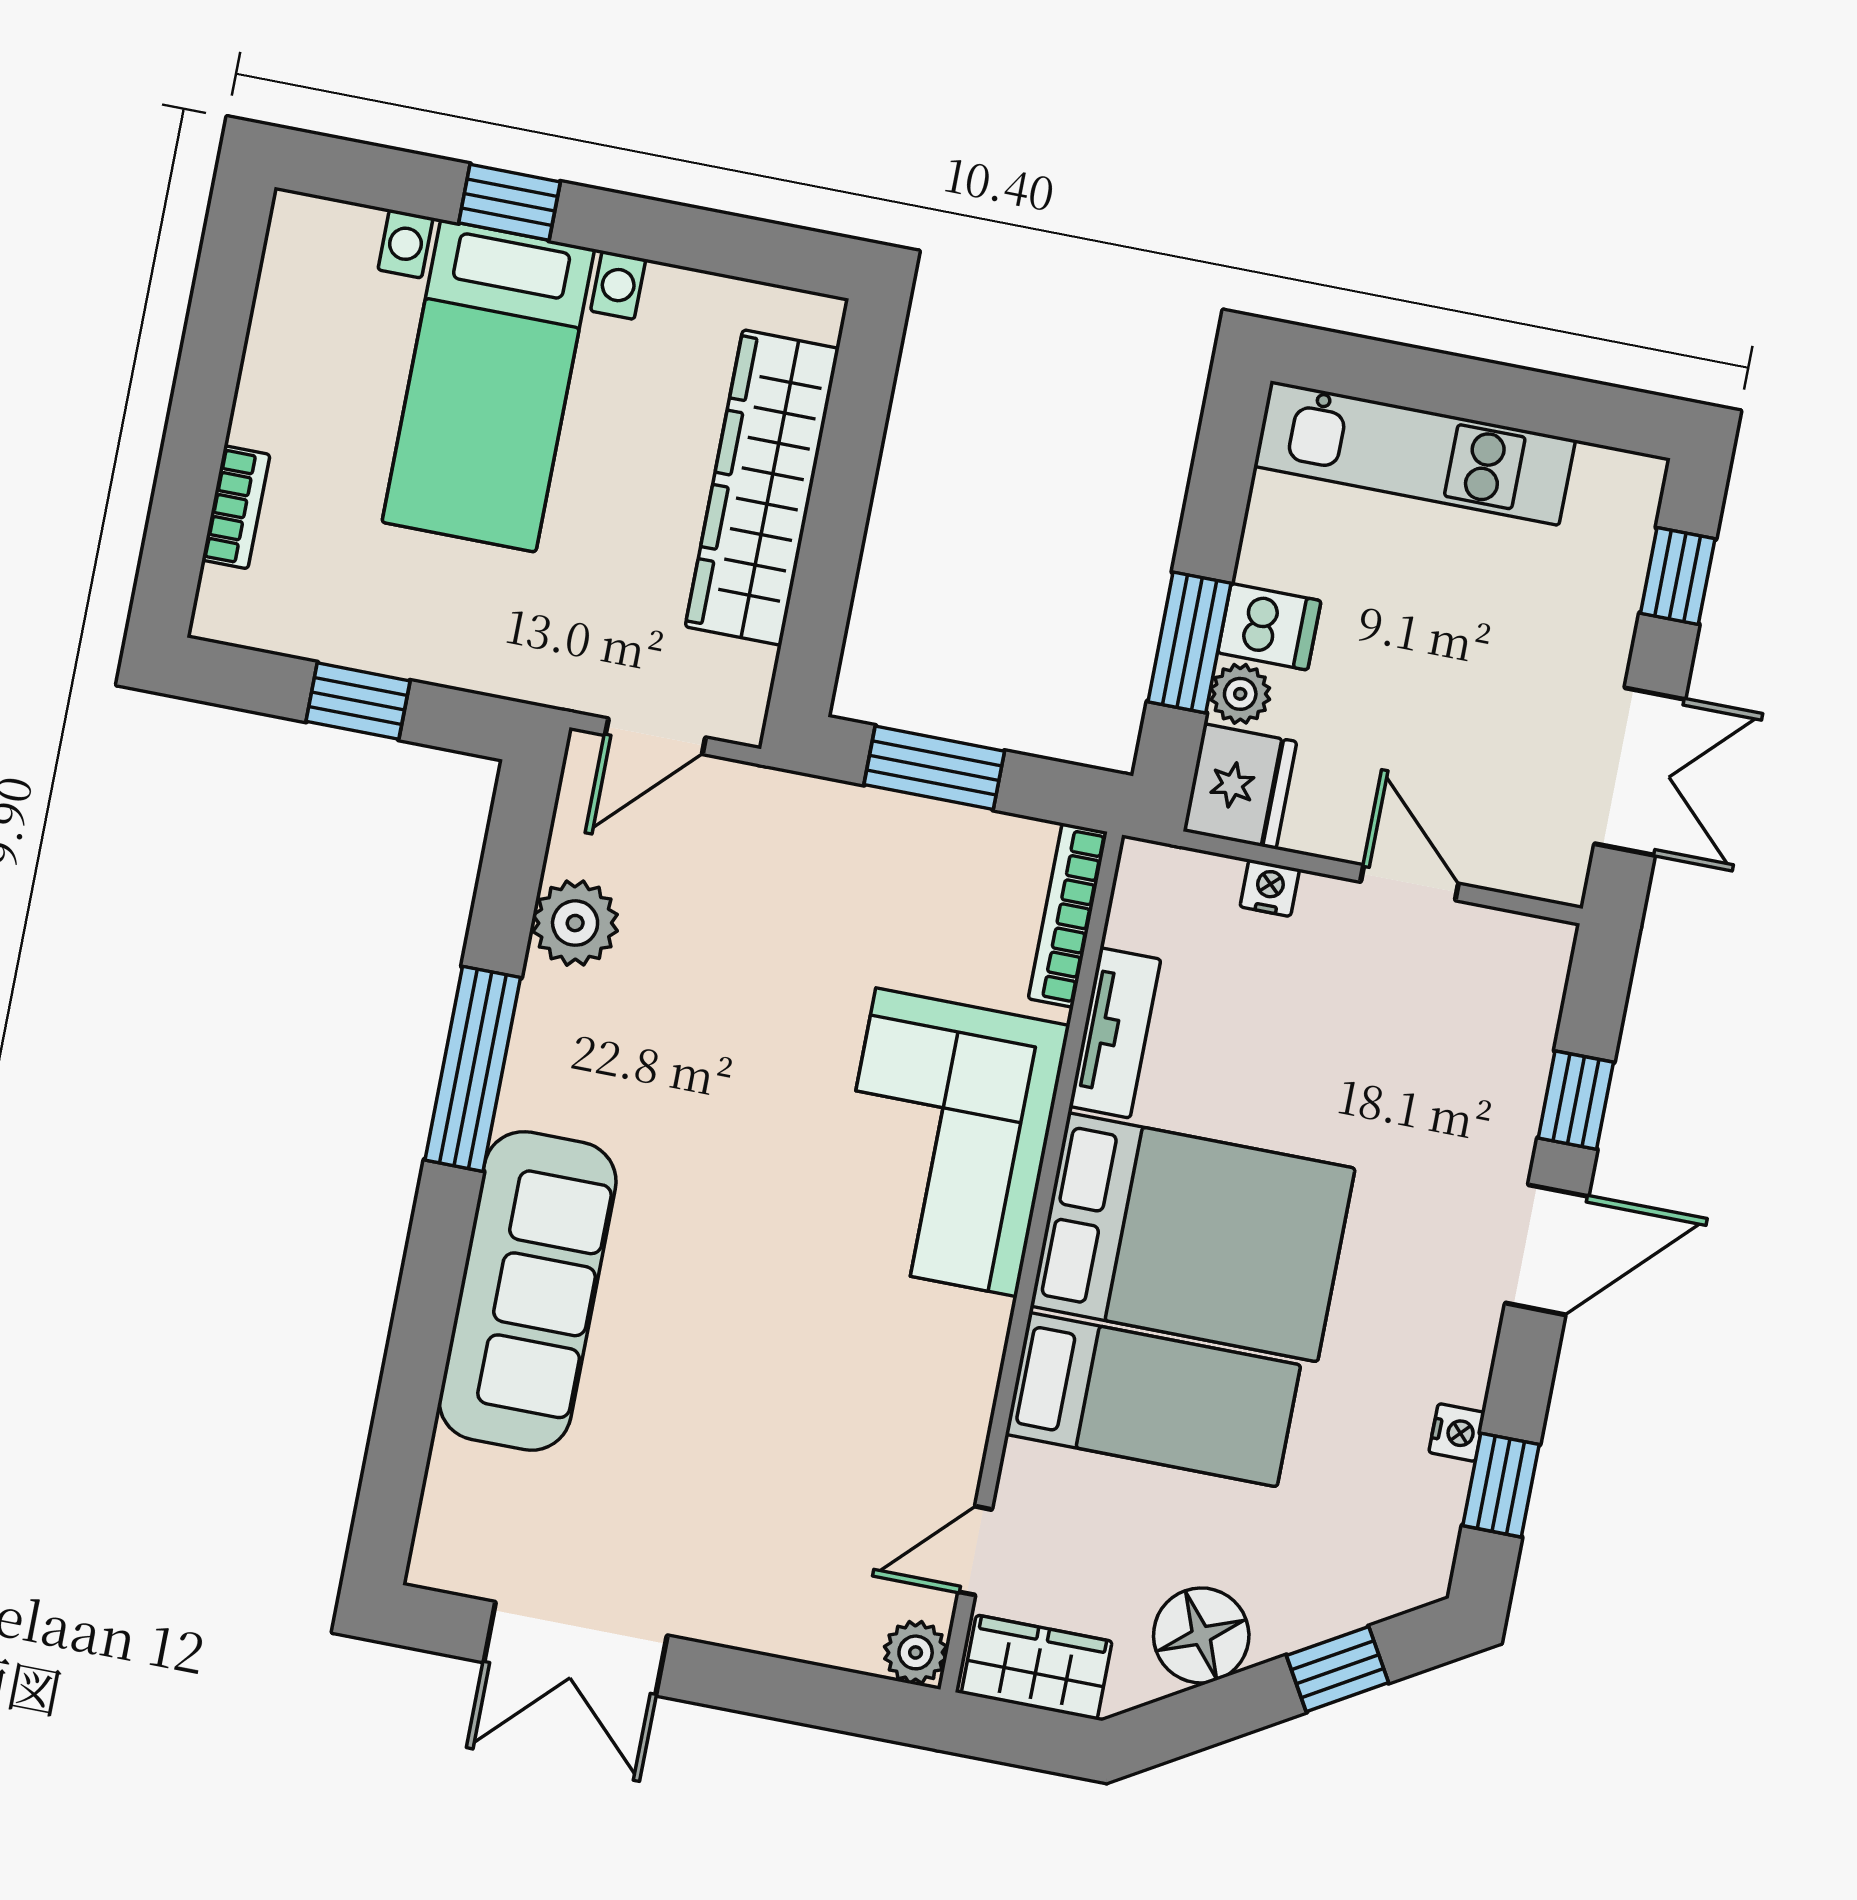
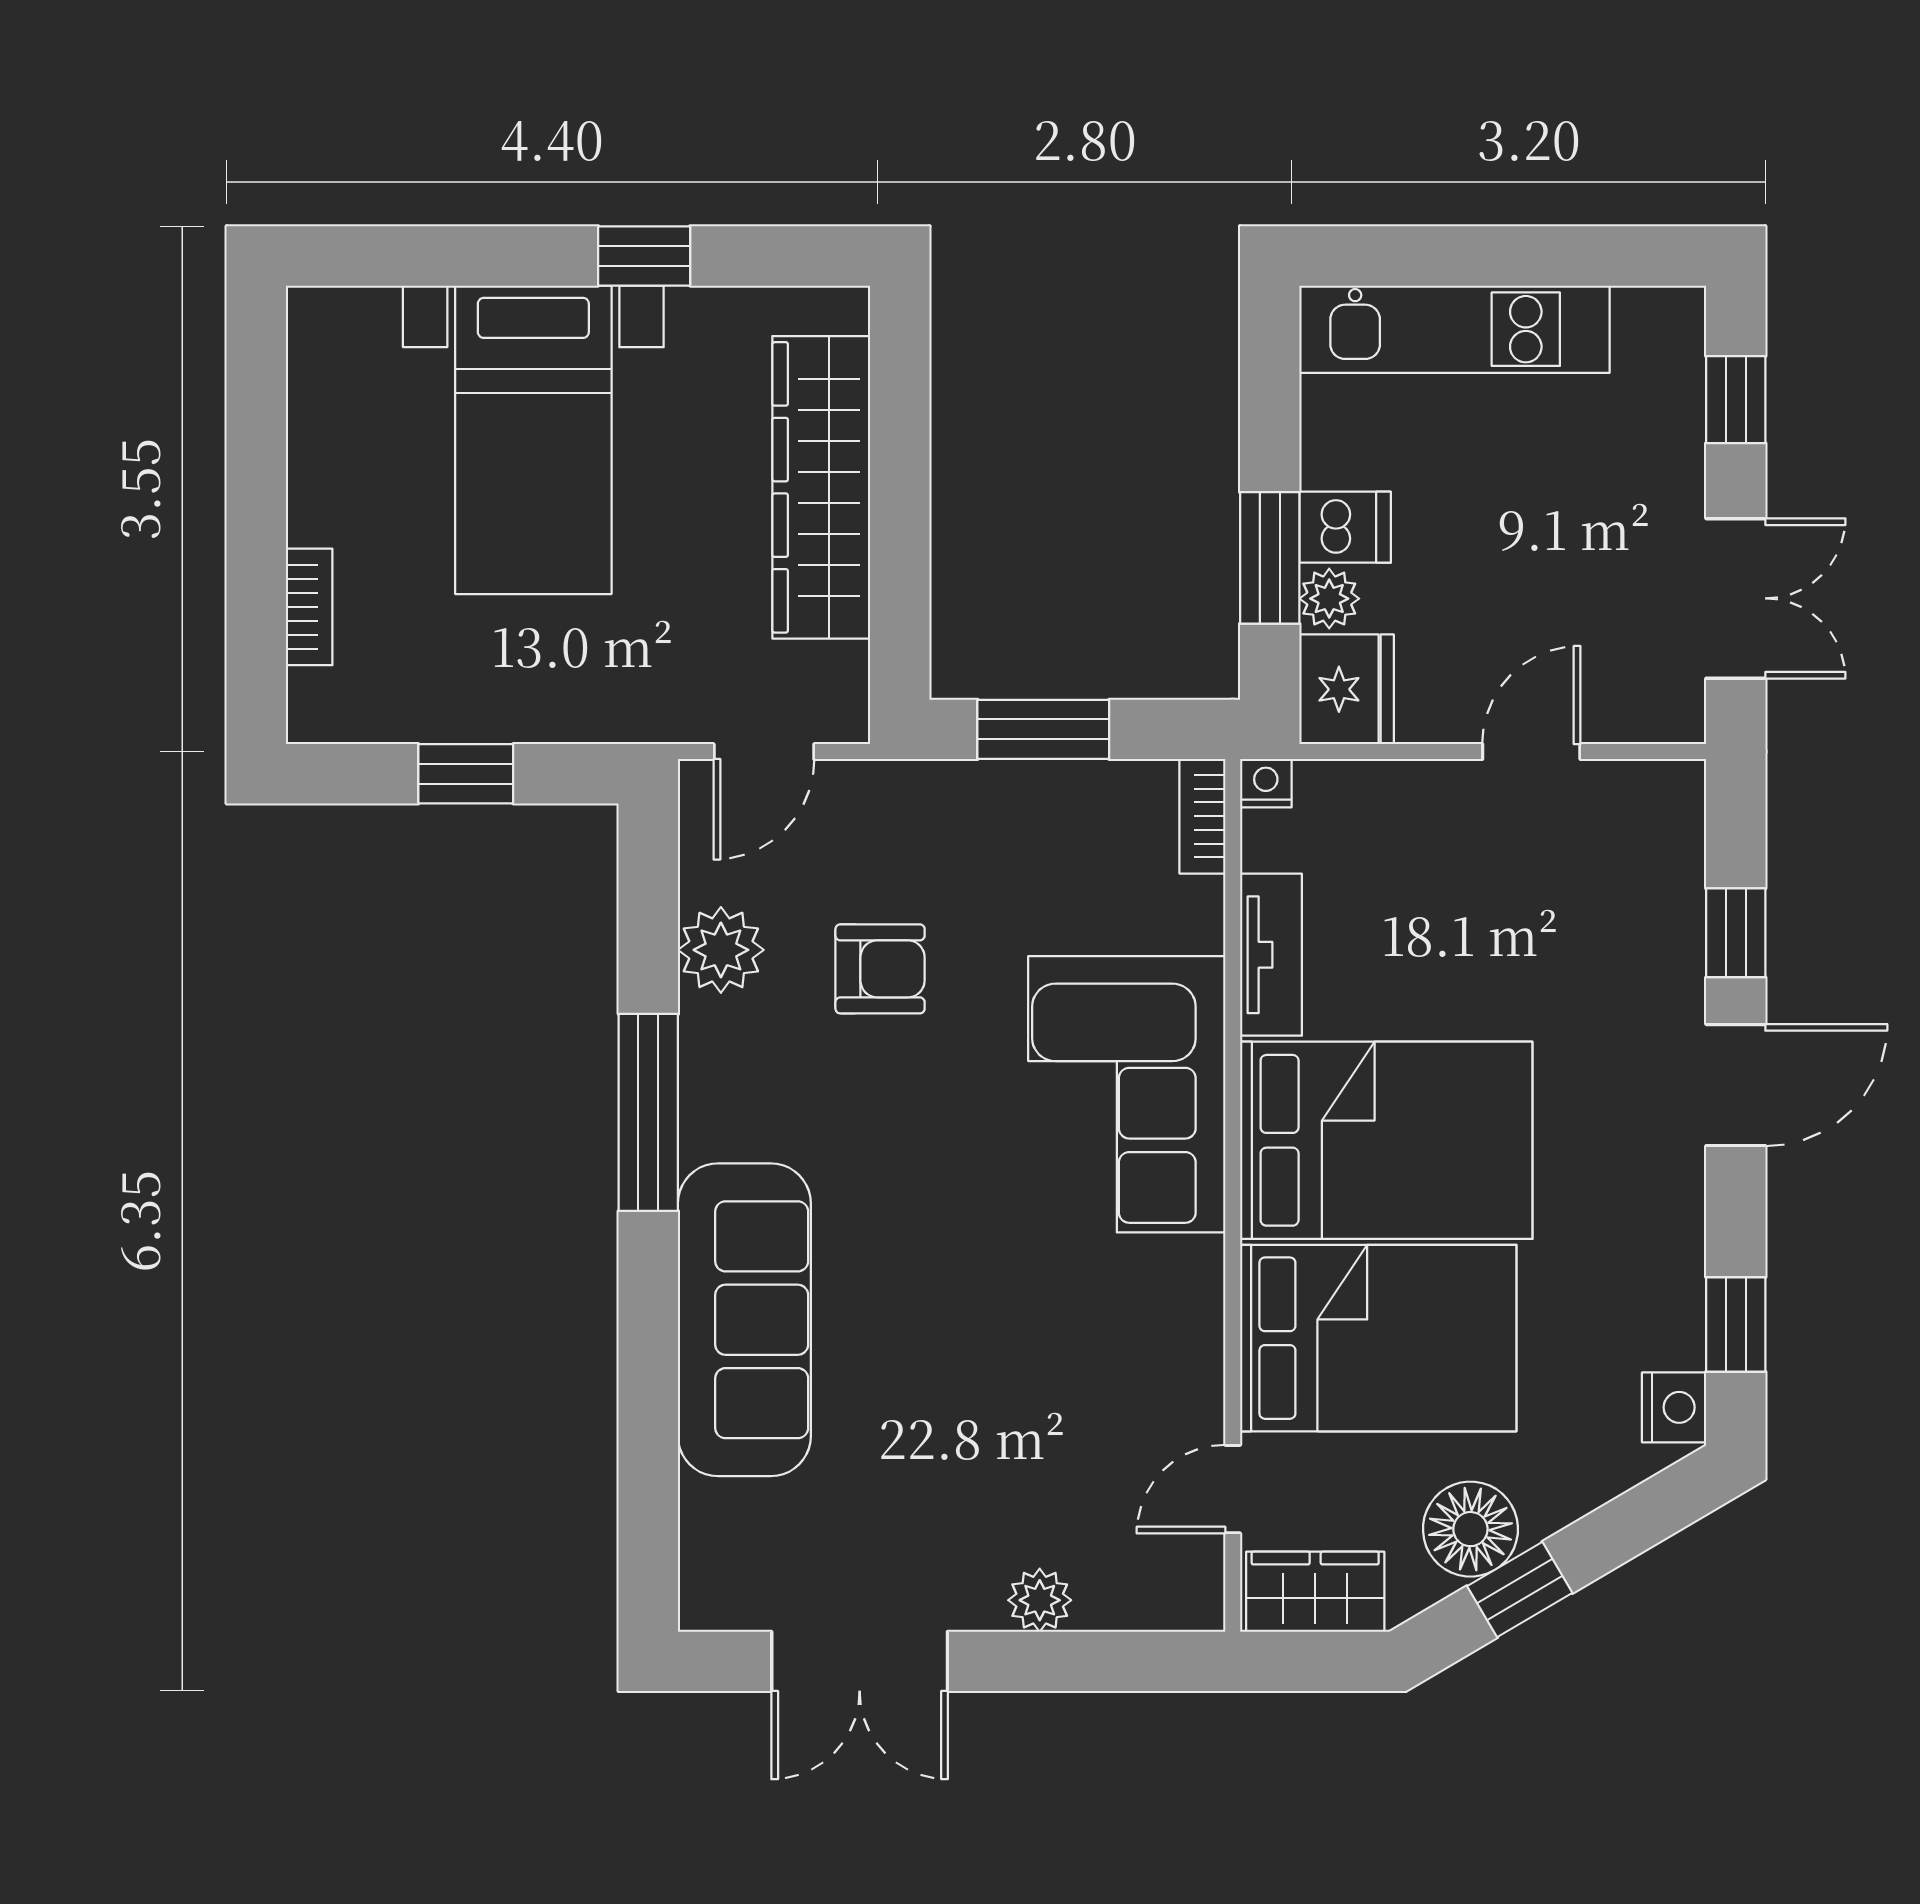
window: (510, 202) -> (644, 256), moved
door: (1410, 883) -> (1531, 752), hinge flipped
nightstand: (1270, 888) -> (1266, 783), moved
bookcase: (1068, 915) -> (1202, 816), width x0.64
armchair: (728, 972) -> (880, 969), added
bed: (1153, 1400) -> (1378, 1338), width x1.50
nightstand: (1457, 1433) -> (1674, 1407), moved, width x1.39, depth x1.35
plant: (916, 1652) -> (1040, 1600), moved
window: (1338, 1669) -> (1520, 1590), moved

